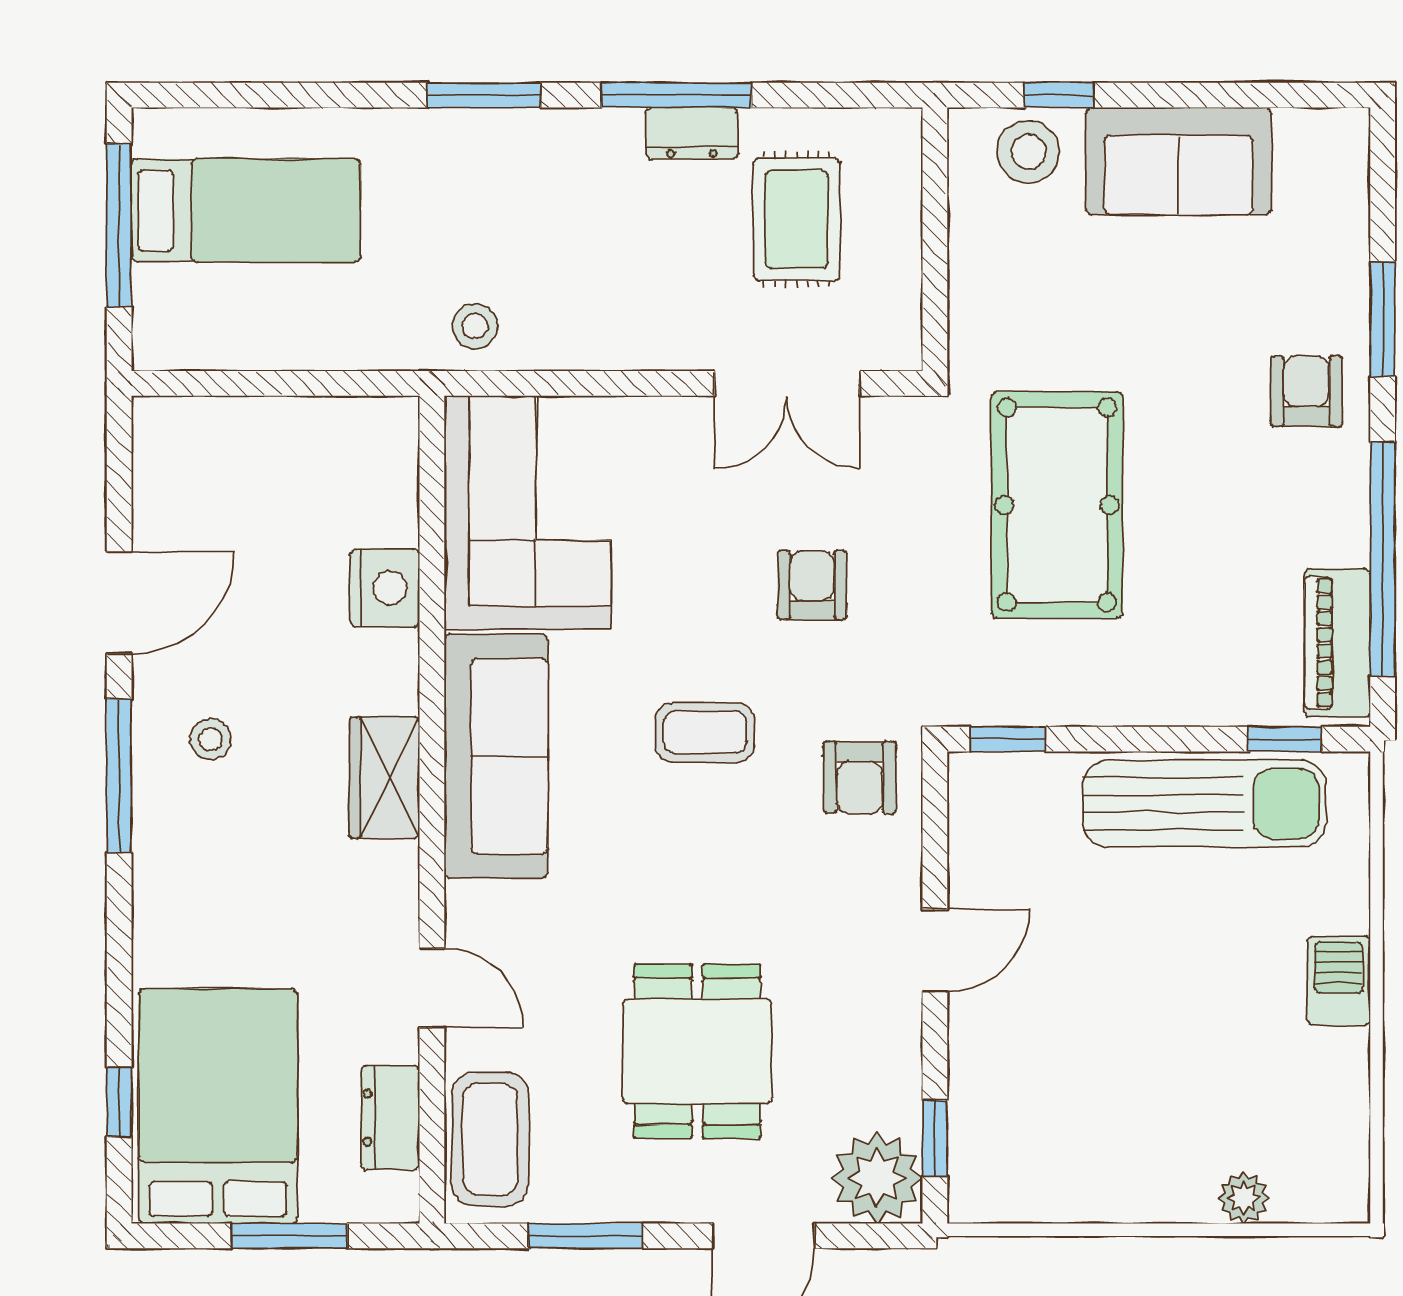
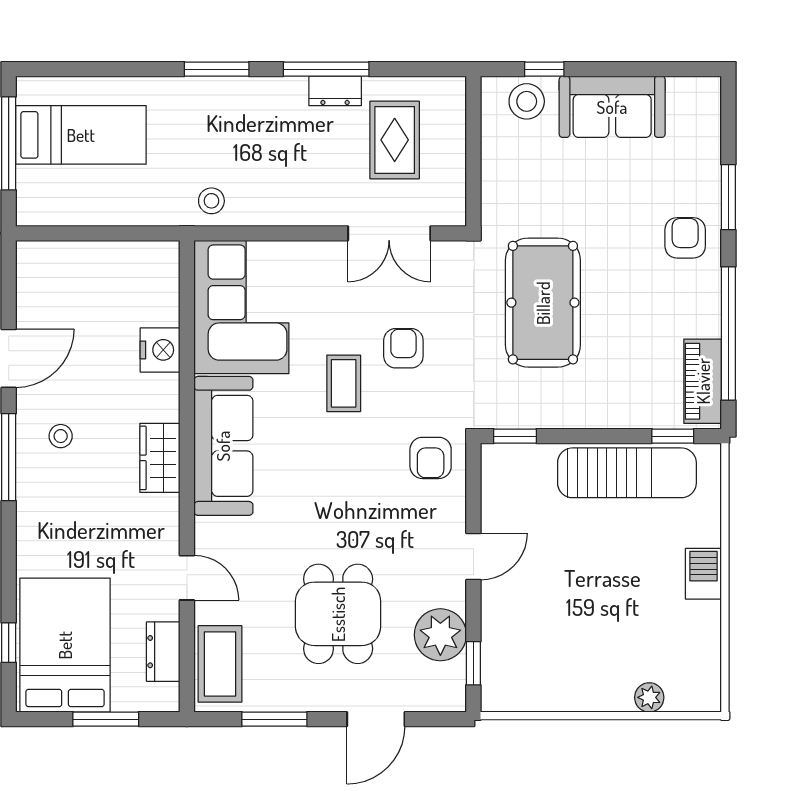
coffee table: (705, 732) -> (344, 383), moved, turned 90
plant: (877, 1178) -> (440, 635), moved

